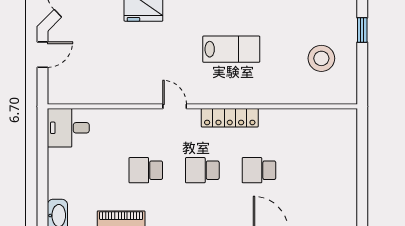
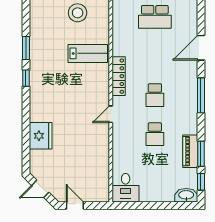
lab bench: (231, 49) -> (88, 53), moved, turned 90
school desk: (259, 170) -> (155, 17), moved, width x1.85

